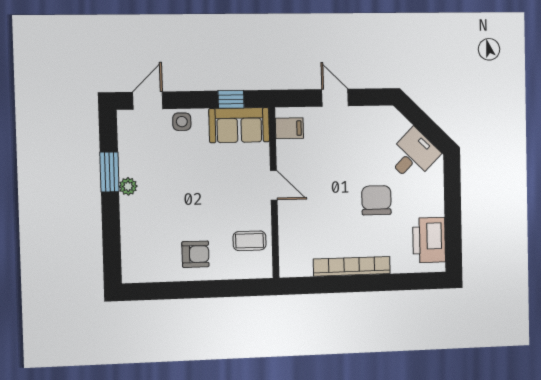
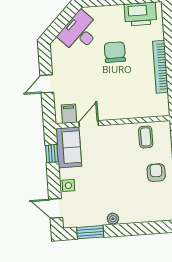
desk: (413, 155) -> (80, 32), width x1.37
window: (109, 172) -> (90, 232), moved
door: (274, 185) -> (89, 124), moved
chair: (376, 200) -> (115, 52), turned 90

